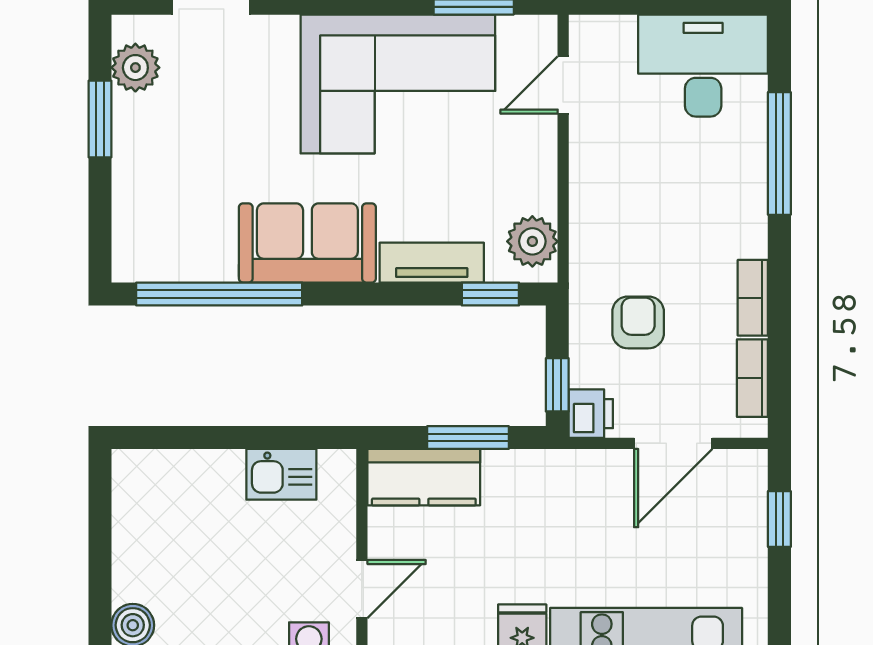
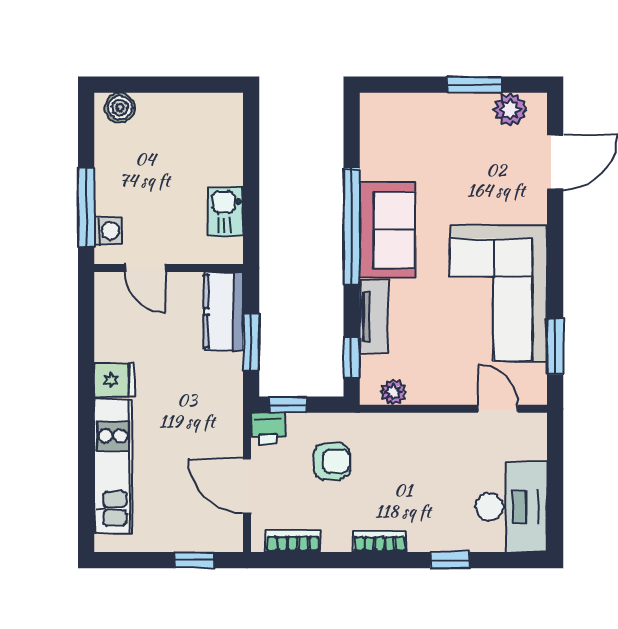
window: (779, 153) -> (450, 560), width x0.46
plant: (532, 241) -> (393, 392), width x0.73, depth x0.73
window: (219, 294) -> (352, 226), moved
bookcase: (753, 298) -> (380, 541), moved

